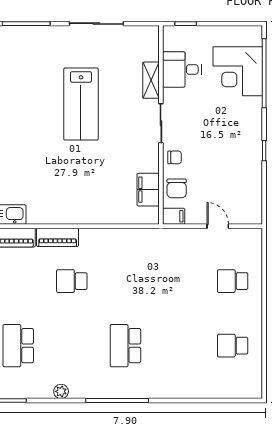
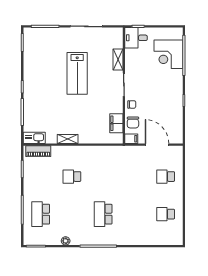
desk: (182, 69) -> (136, 38), moved
shelving: (65, 217) -> (68, 139), added
door: (218, 226) -> (157, 145), width x1.87
piano: (58, 237) -> (64, 151), removed

